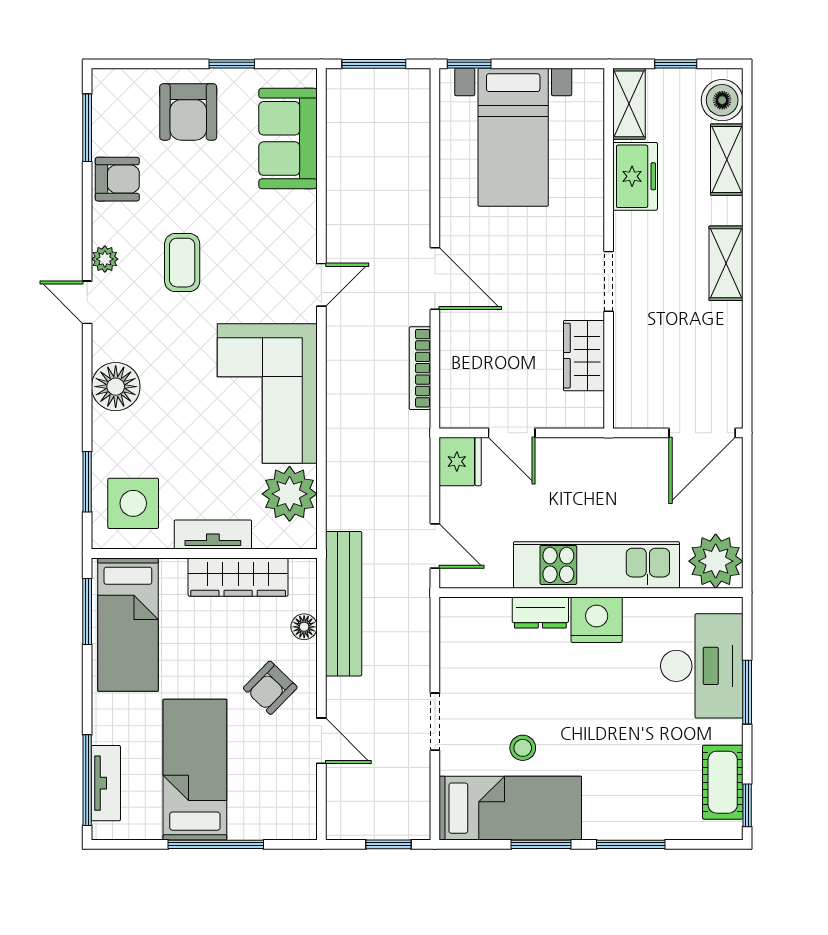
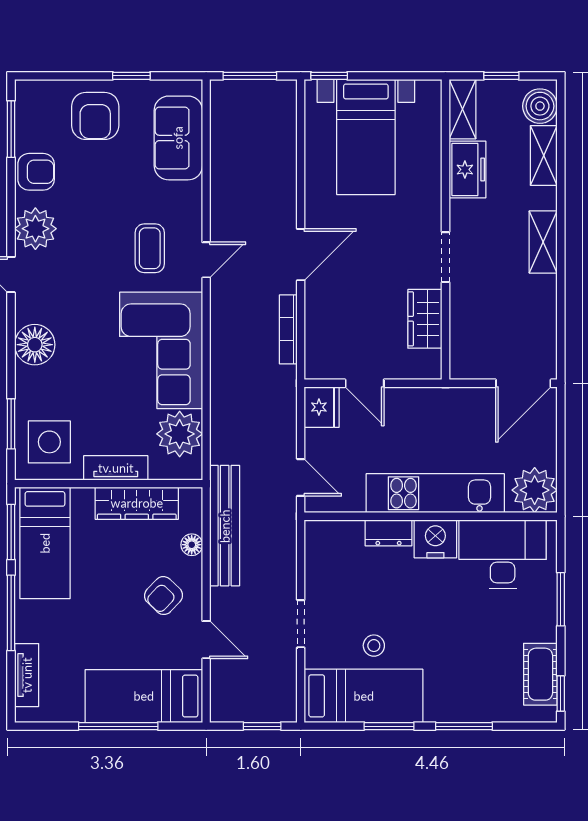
plant: (105, 259) -> (35, 229), width x1.88, depth x1.88
coffee table: (182, 263) -> (150, 248), moved
door: (435, 279) -> (301, 255), hinge flipped
desk: (702, 666) -> (503, 554), moved, turned -90
bed: (195, 770) -> (144, 696), moved, turned -90
window: (87, 780) -> (11, 613), moved

